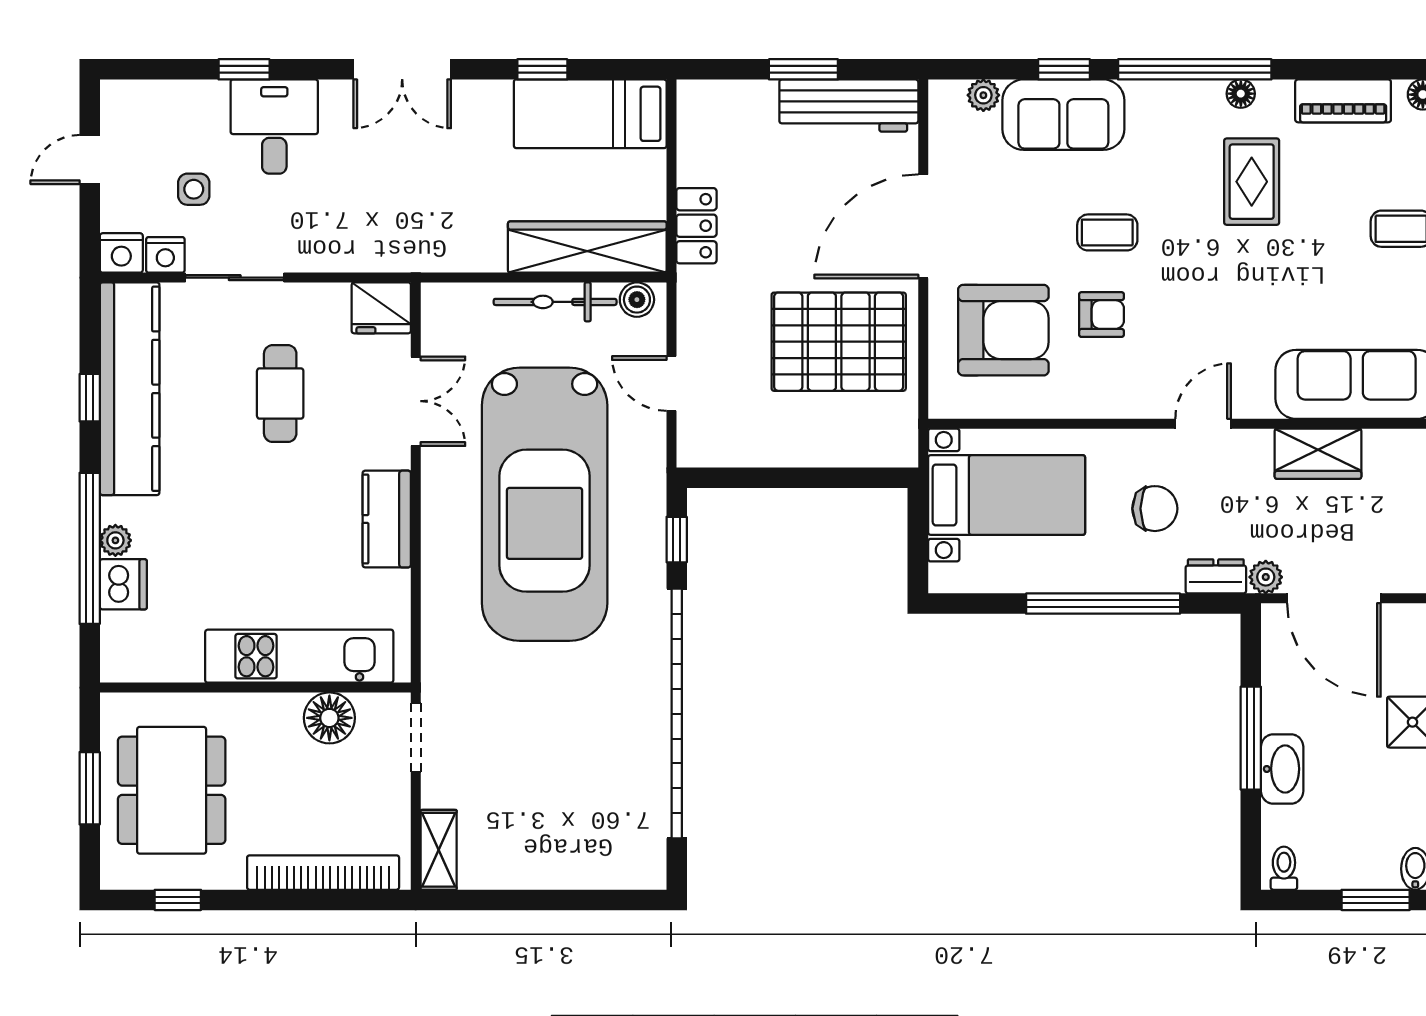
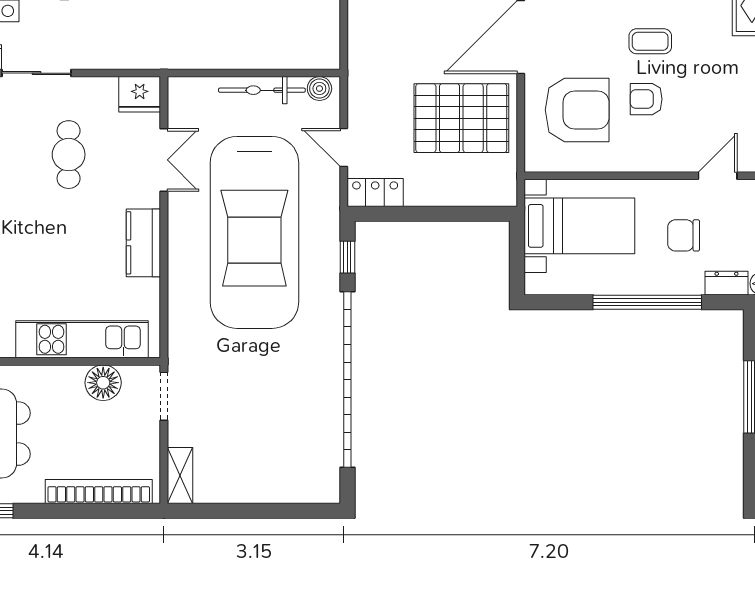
locker: (696, 226) -> (375, 192), moved, turned -90
wardrobe: (587, 247) -> (284, 52), removed
armchair: (1102, 315) -> (646, 99), turned 180
chair: (1155, 509) -> (684, 235), turned 180

